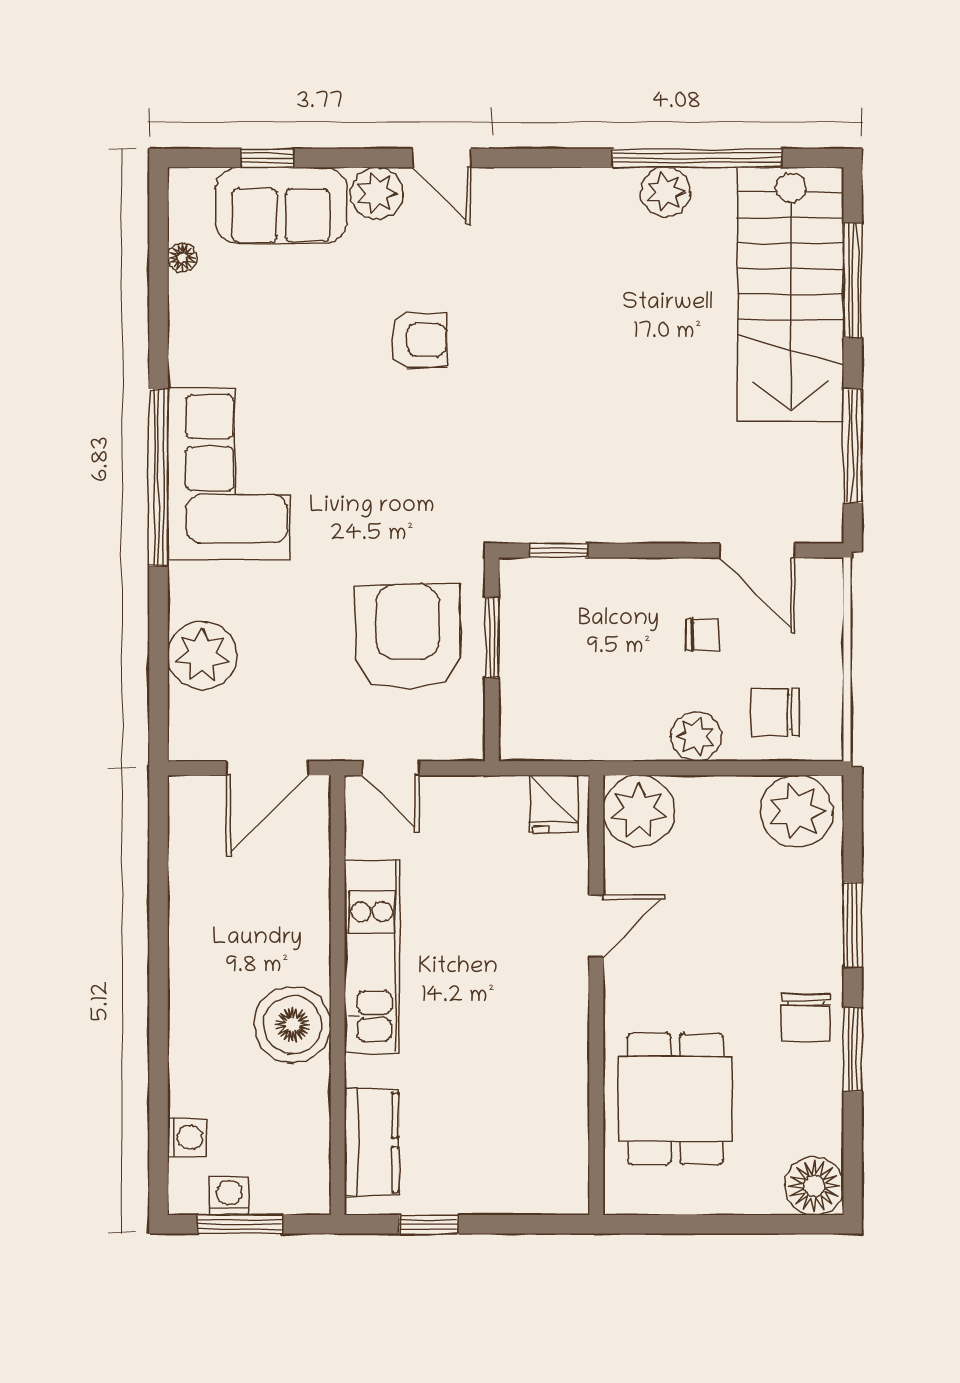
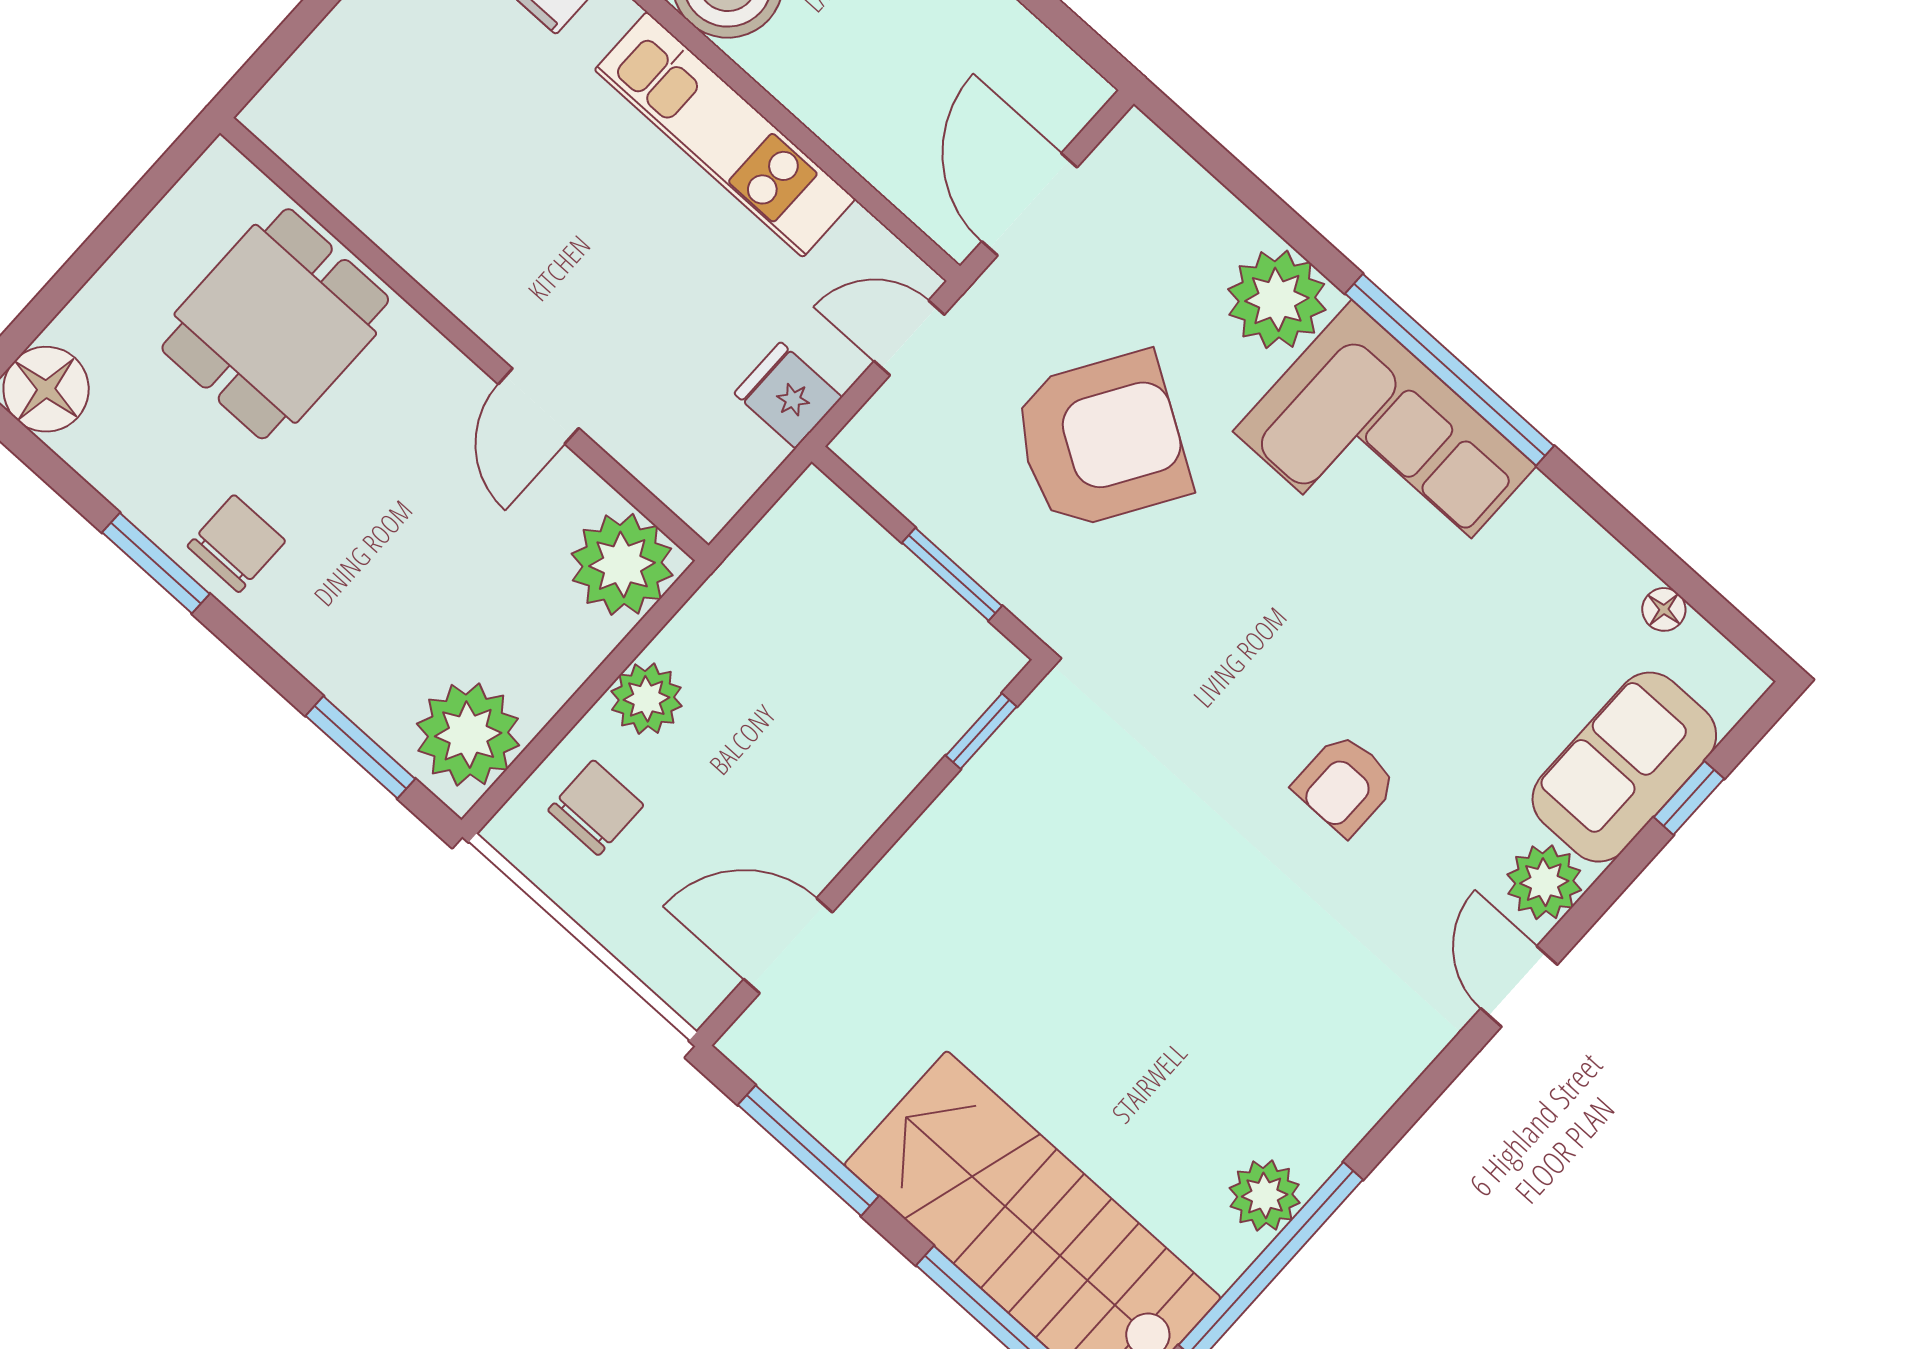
door: (442, 158) -> (1519, 987), hinge flipped
chair: (702, 634) -> (751, 804), removed
armchair: (408, 637) -> (1101, 441), moved, turned -57
plant: (202, 655) -> (1277, 299), moved
fridge: (554, 804) -> (788, 395), moved
window: (853, 925) -> (360, 747), moved
chair: (806, 1018) -> (236, 544), turned 90
dining table: (675, 1099) -> (275, 324), turned 90

